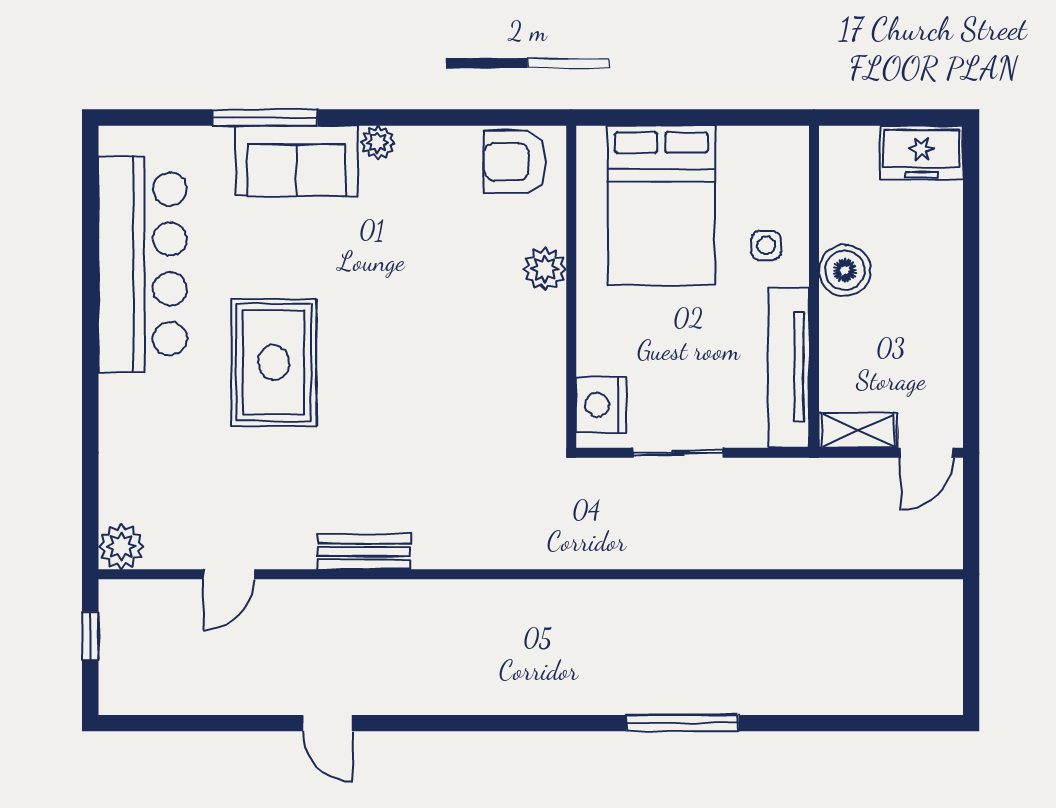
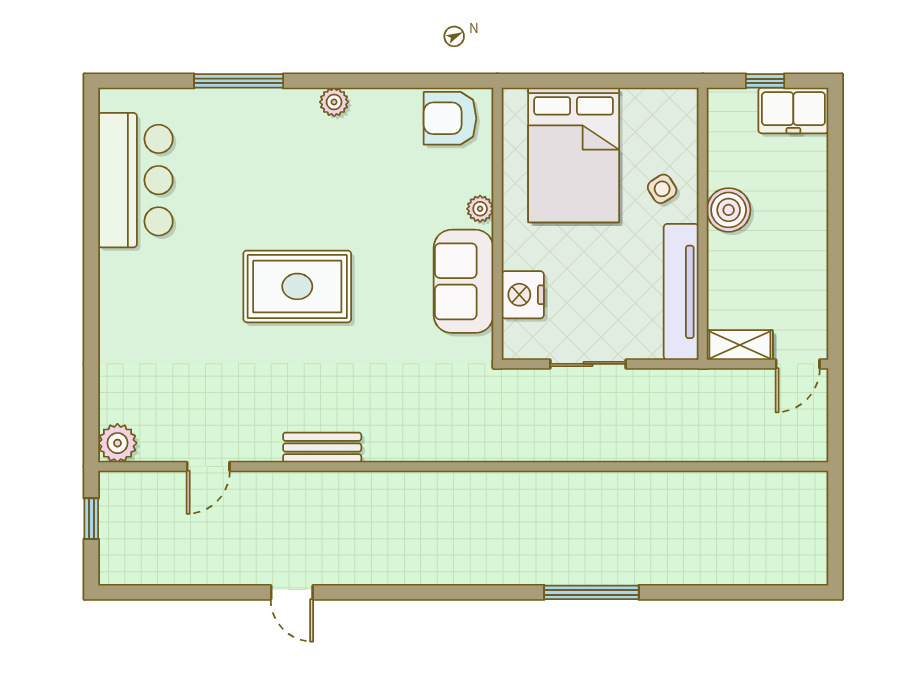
window: (888, 118) -> (765, 81), added
sofa: (296, 161) -> (464, 281), moved, turned 90
side table: (766, 245) -> (662, 189), turned -33
bar counter: (143, 264) -> (135, 180), width x0.73
plant: (545, 269) -> (480, 209), width x0.73, depth x0.73
rug: (274, 362) -> (297, 286), moved, turned 90
nightstand: (601, 405) -> (523, 295), moved

